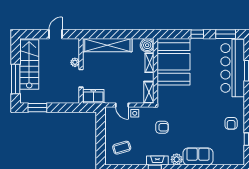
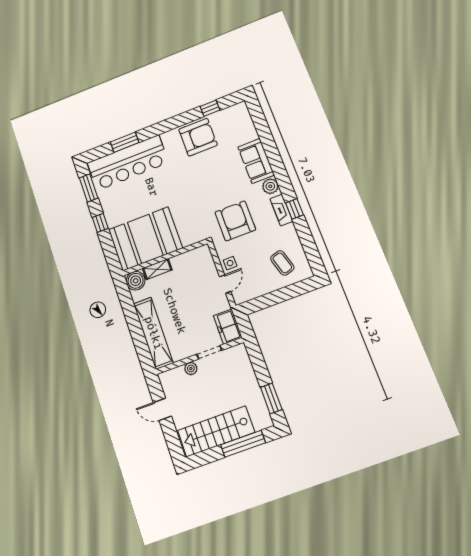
shelving: (149, 92) -> (196, 255), removed
armchair: (231, 123) -> (198, 137), width x1.88, depth x1.88
armchair: (162, 127) -> (235, 221), width x1.88, depth x1.88

